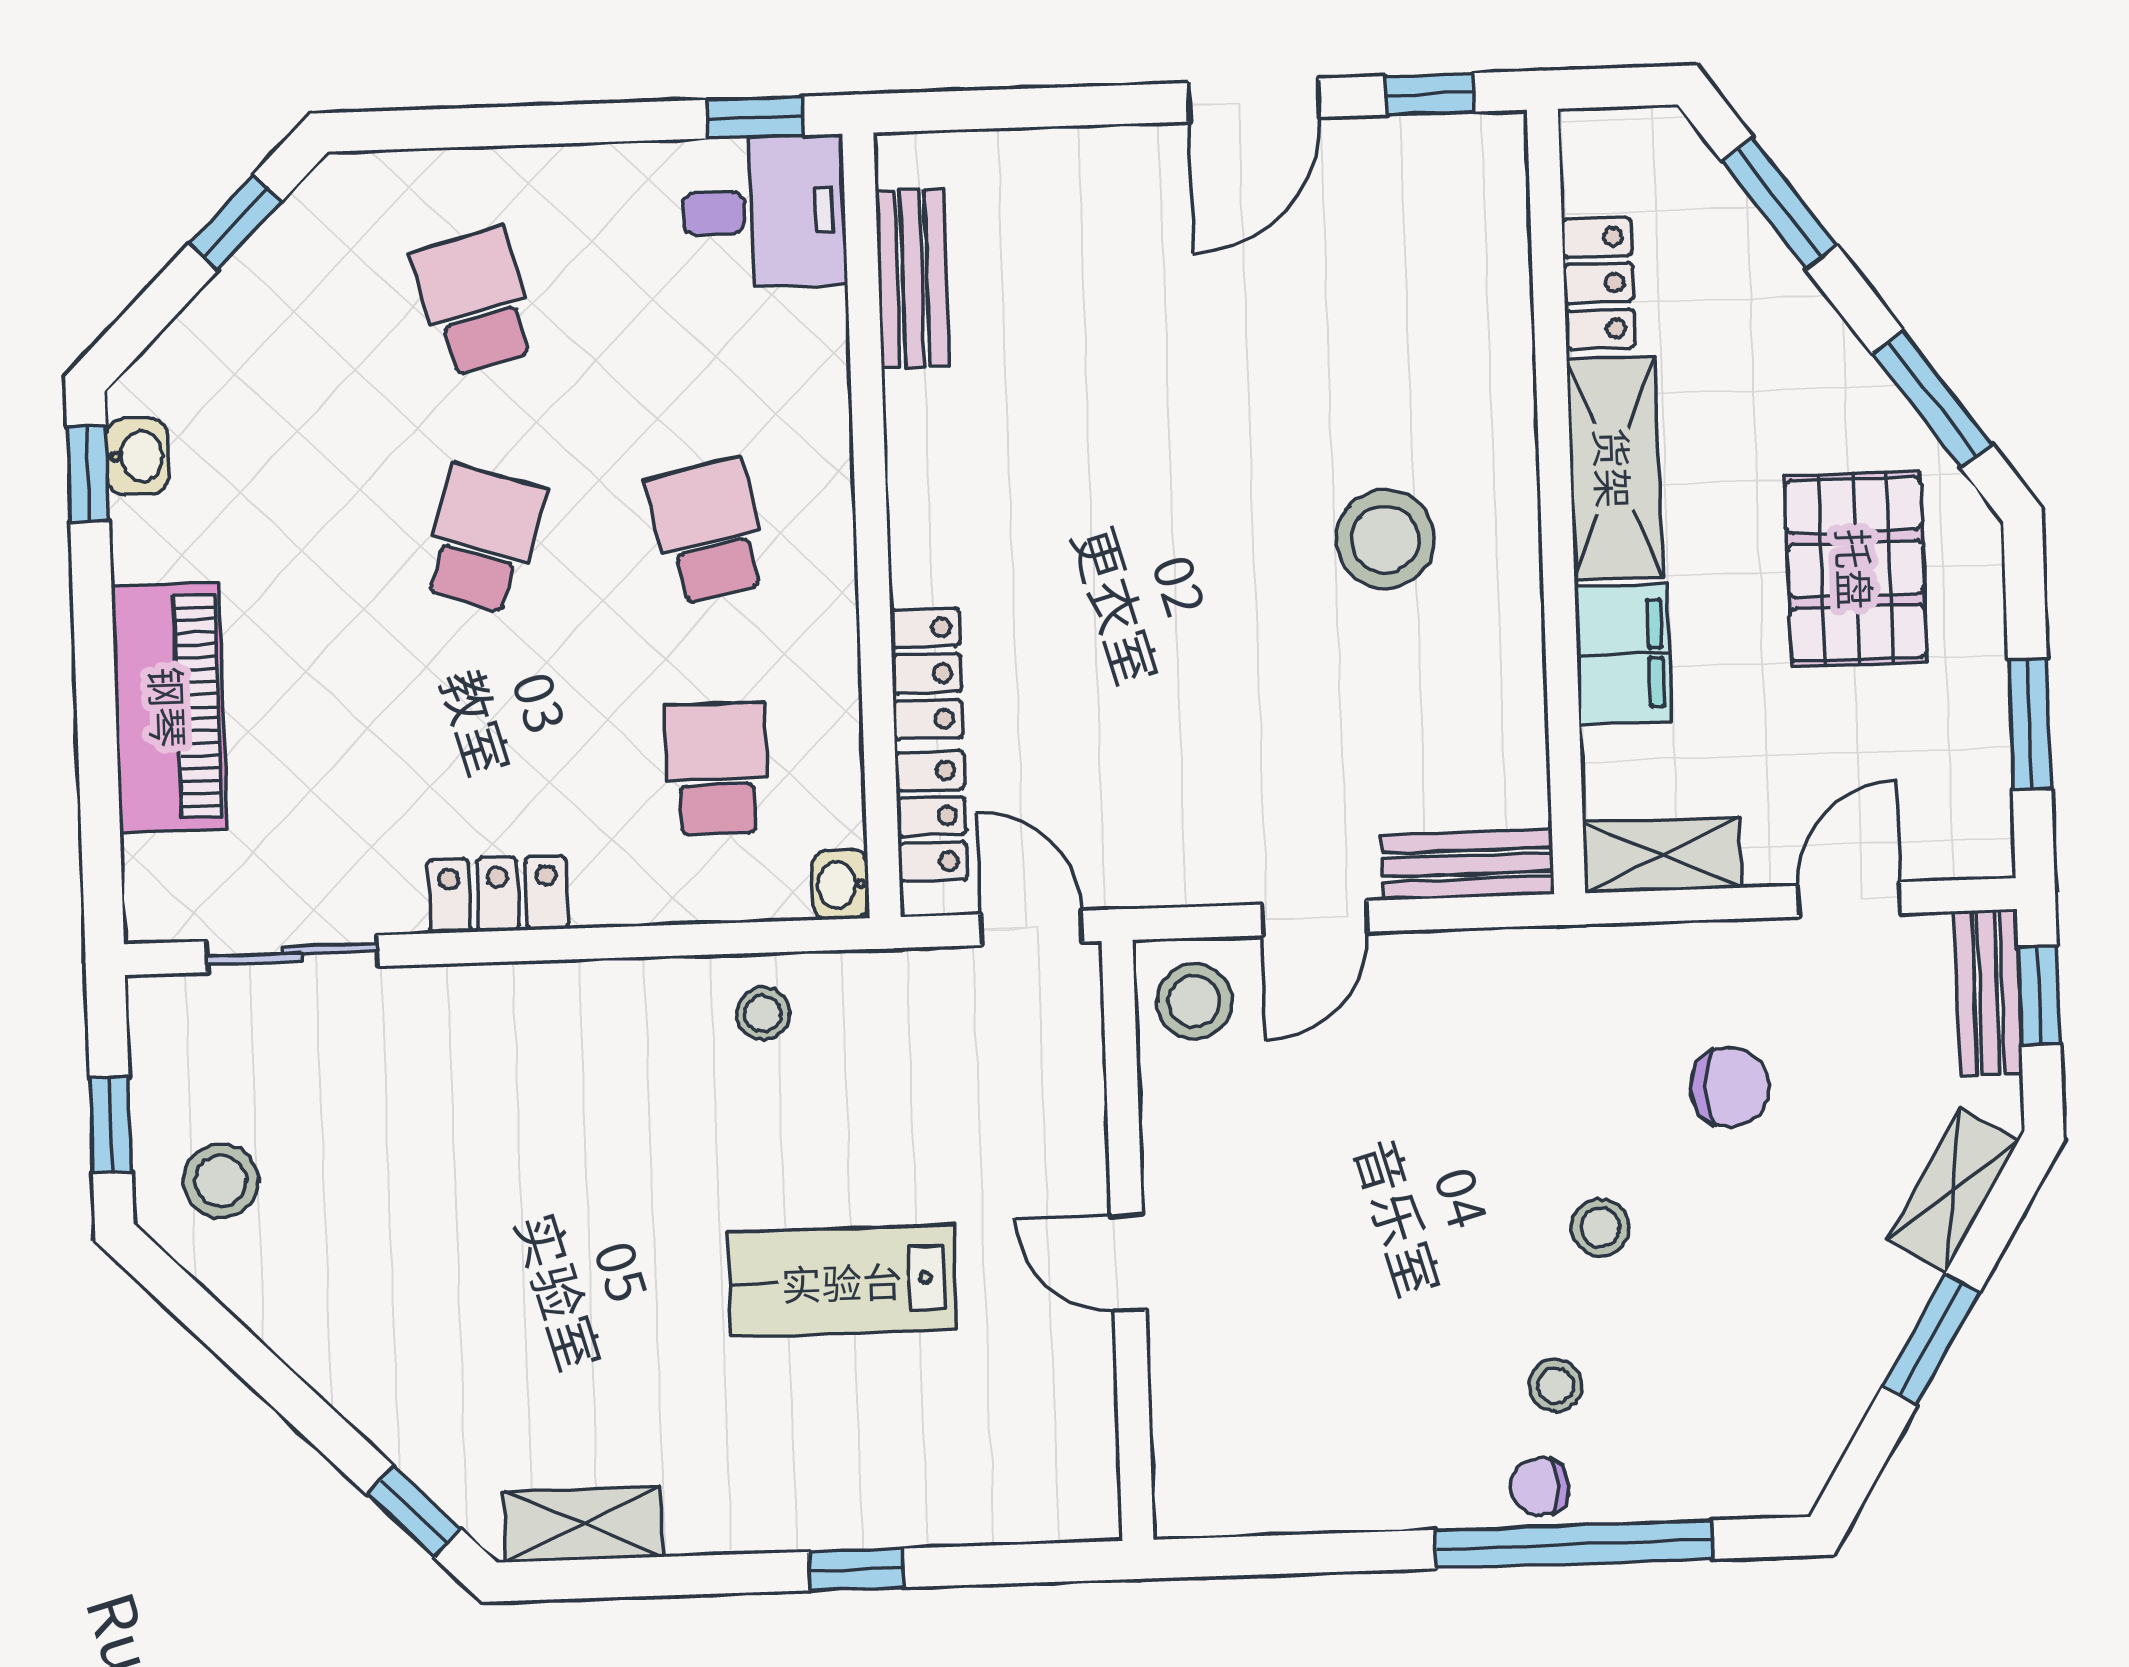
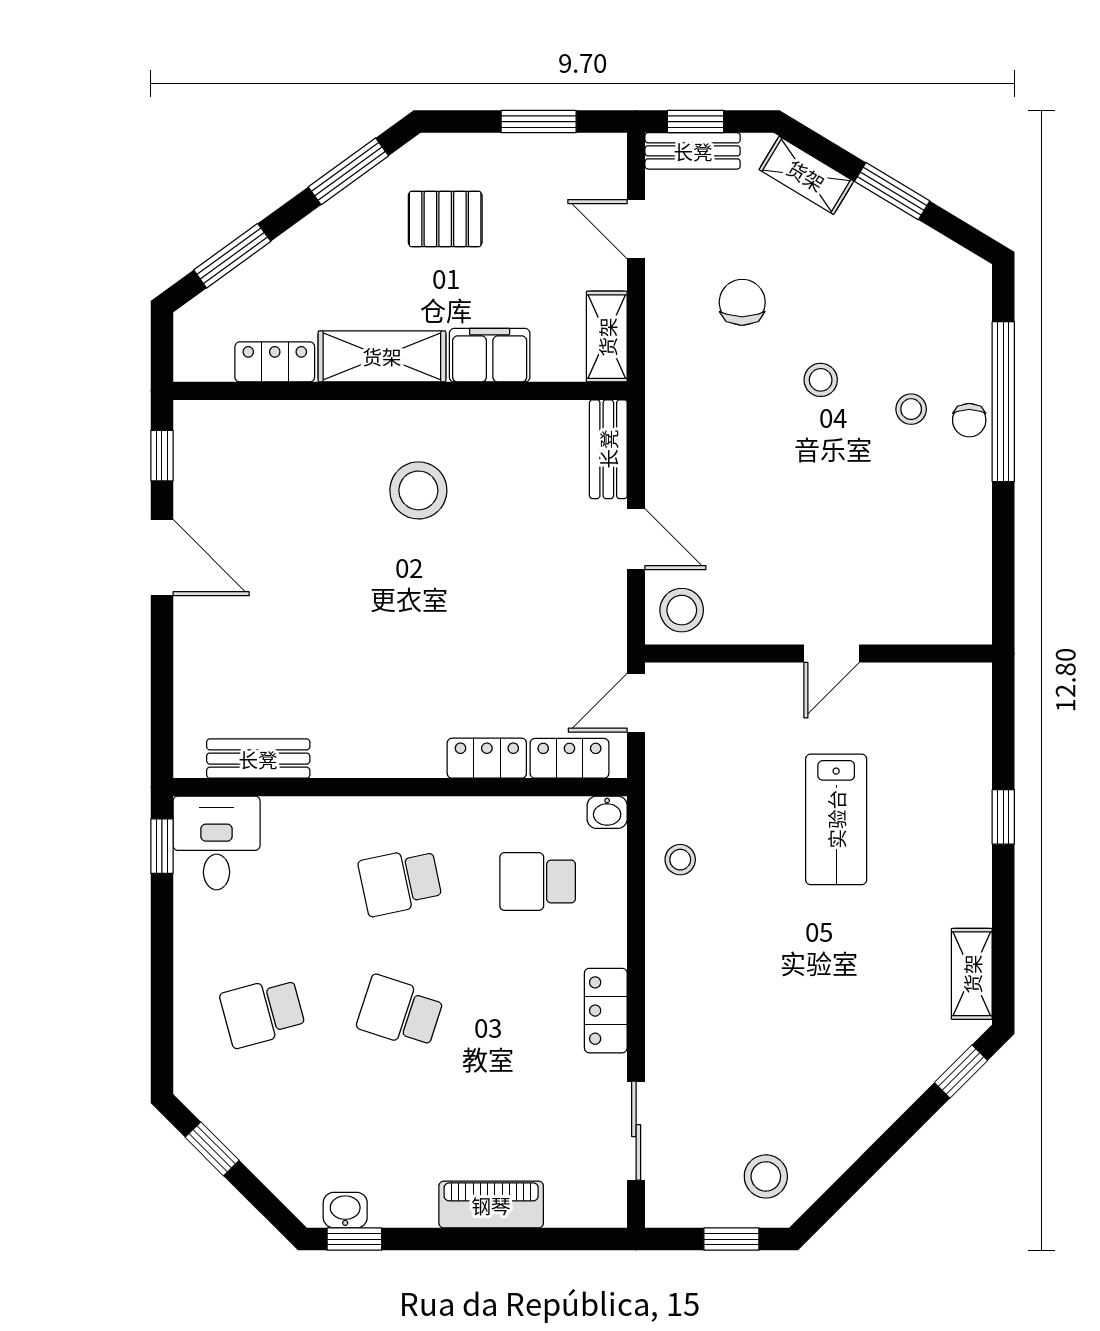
pallet: (1856, 569) -> (445, 219), width x0.67, depth x0.71
piano: (169, 707) -> (491, 1205), width x0.73, depth x0.75

